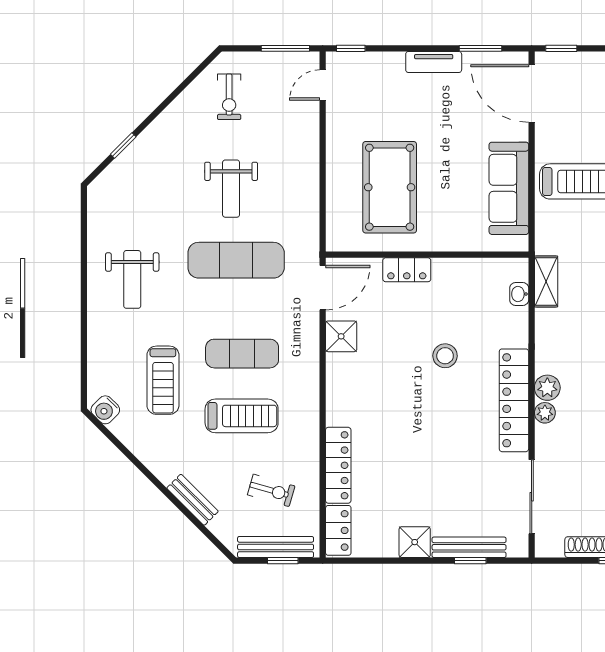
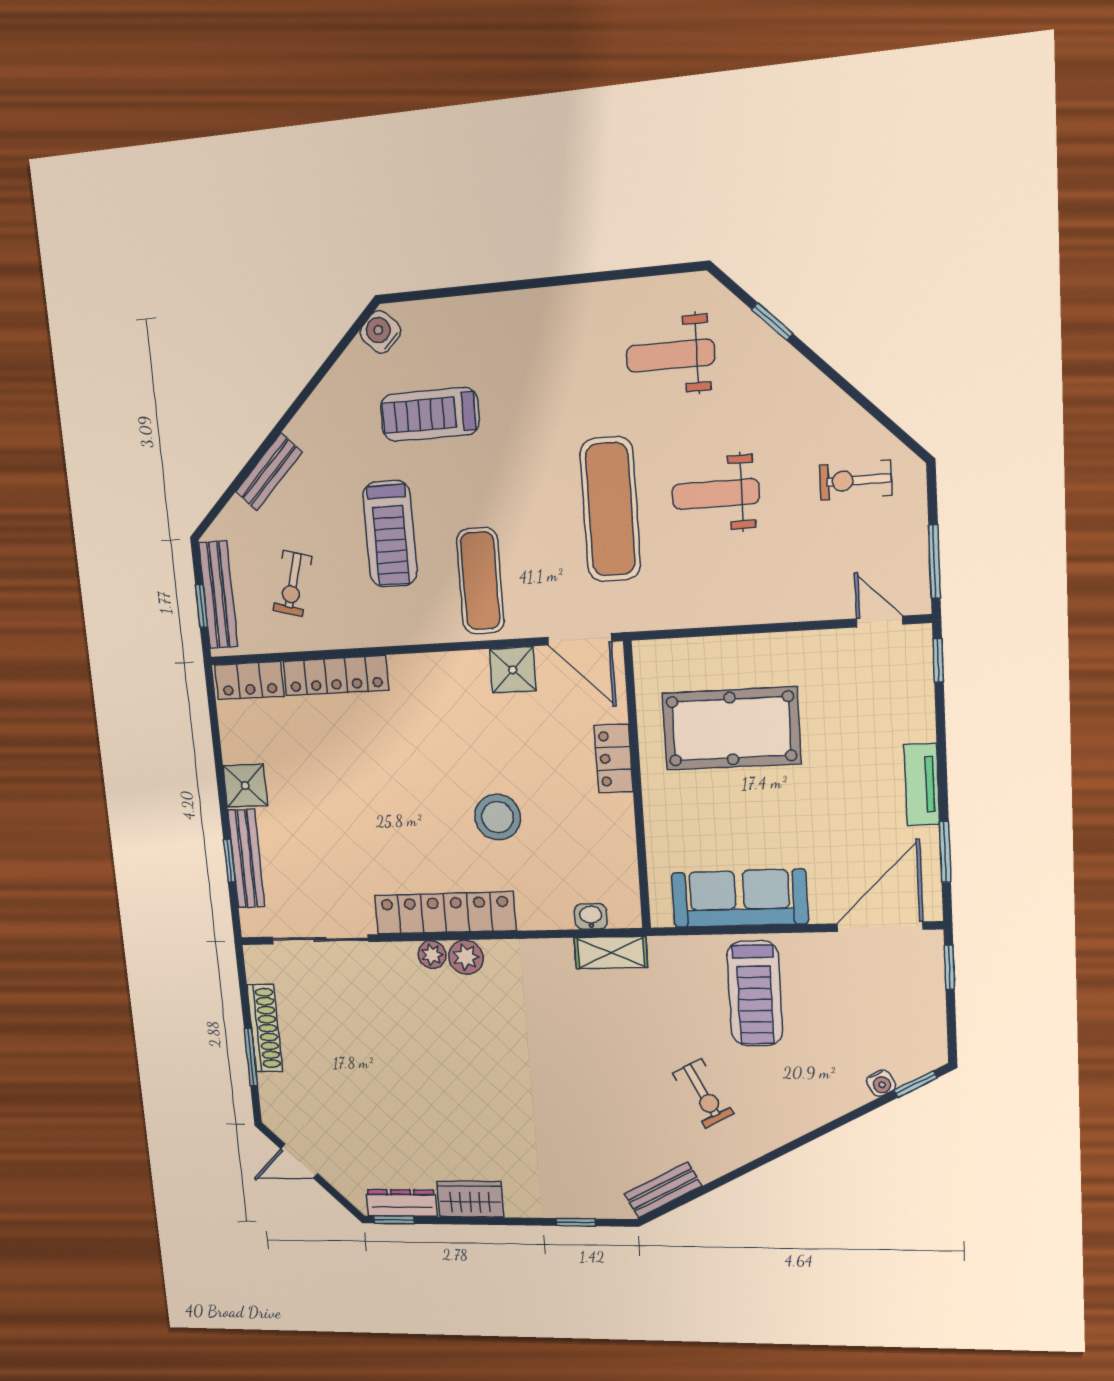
weight bench: (132, 279) -> (670, 355), moved
exercise mat: (242, 354) -> (480, 581), moved
stool: (445, 356) -> (498, 817), width x1.38, depth x1.38

